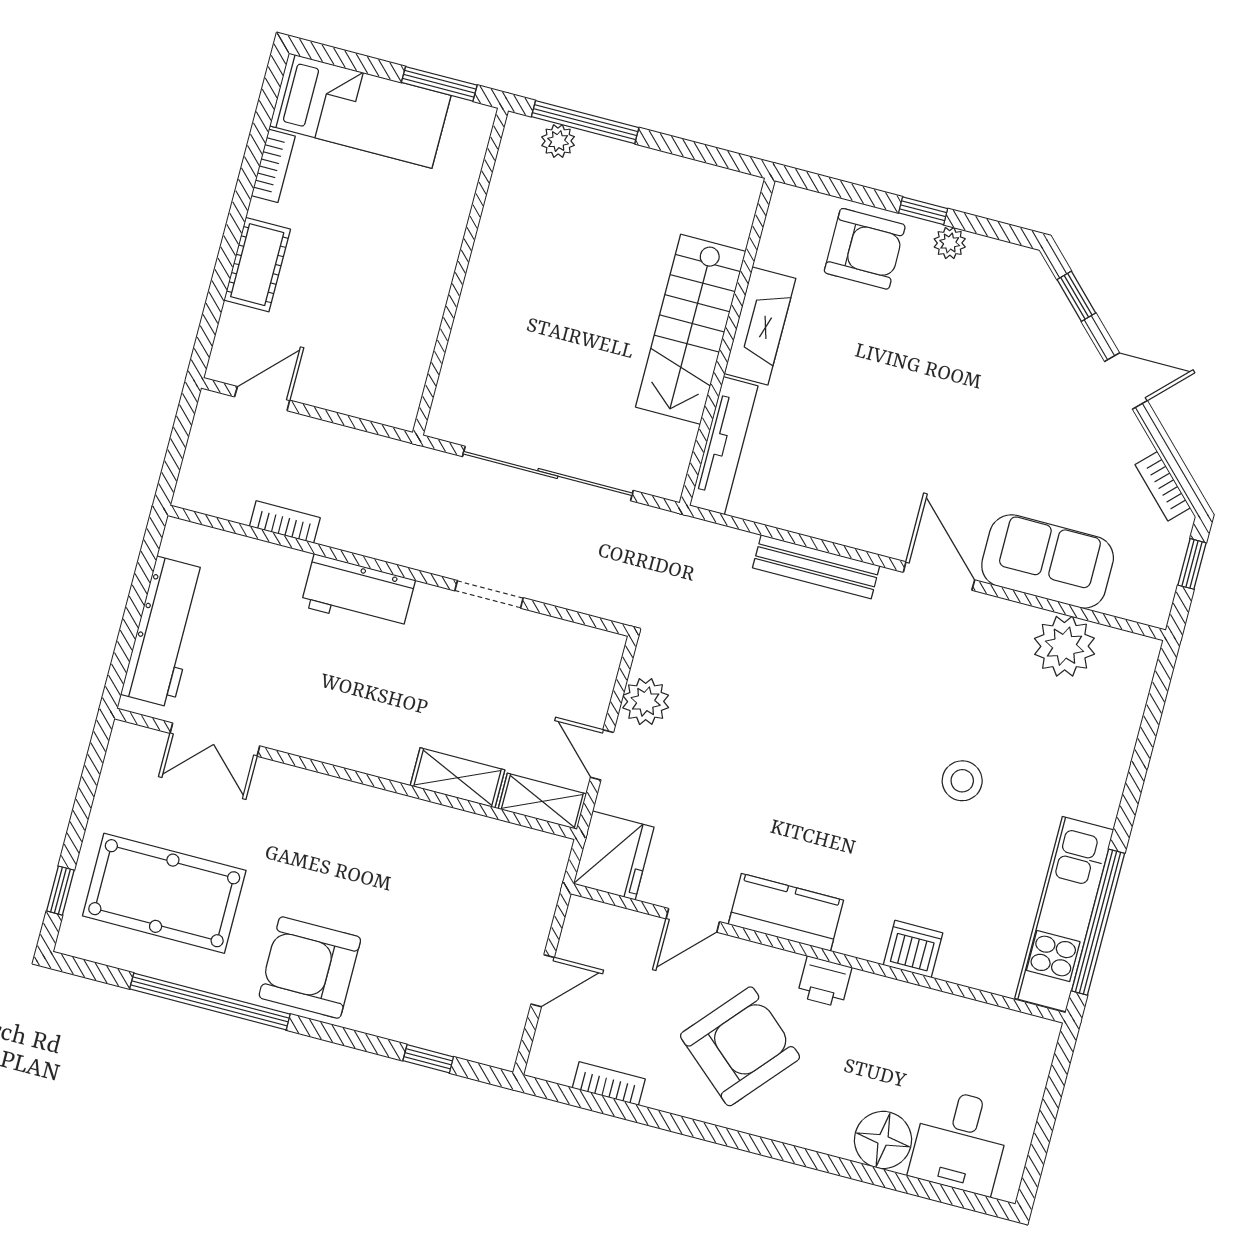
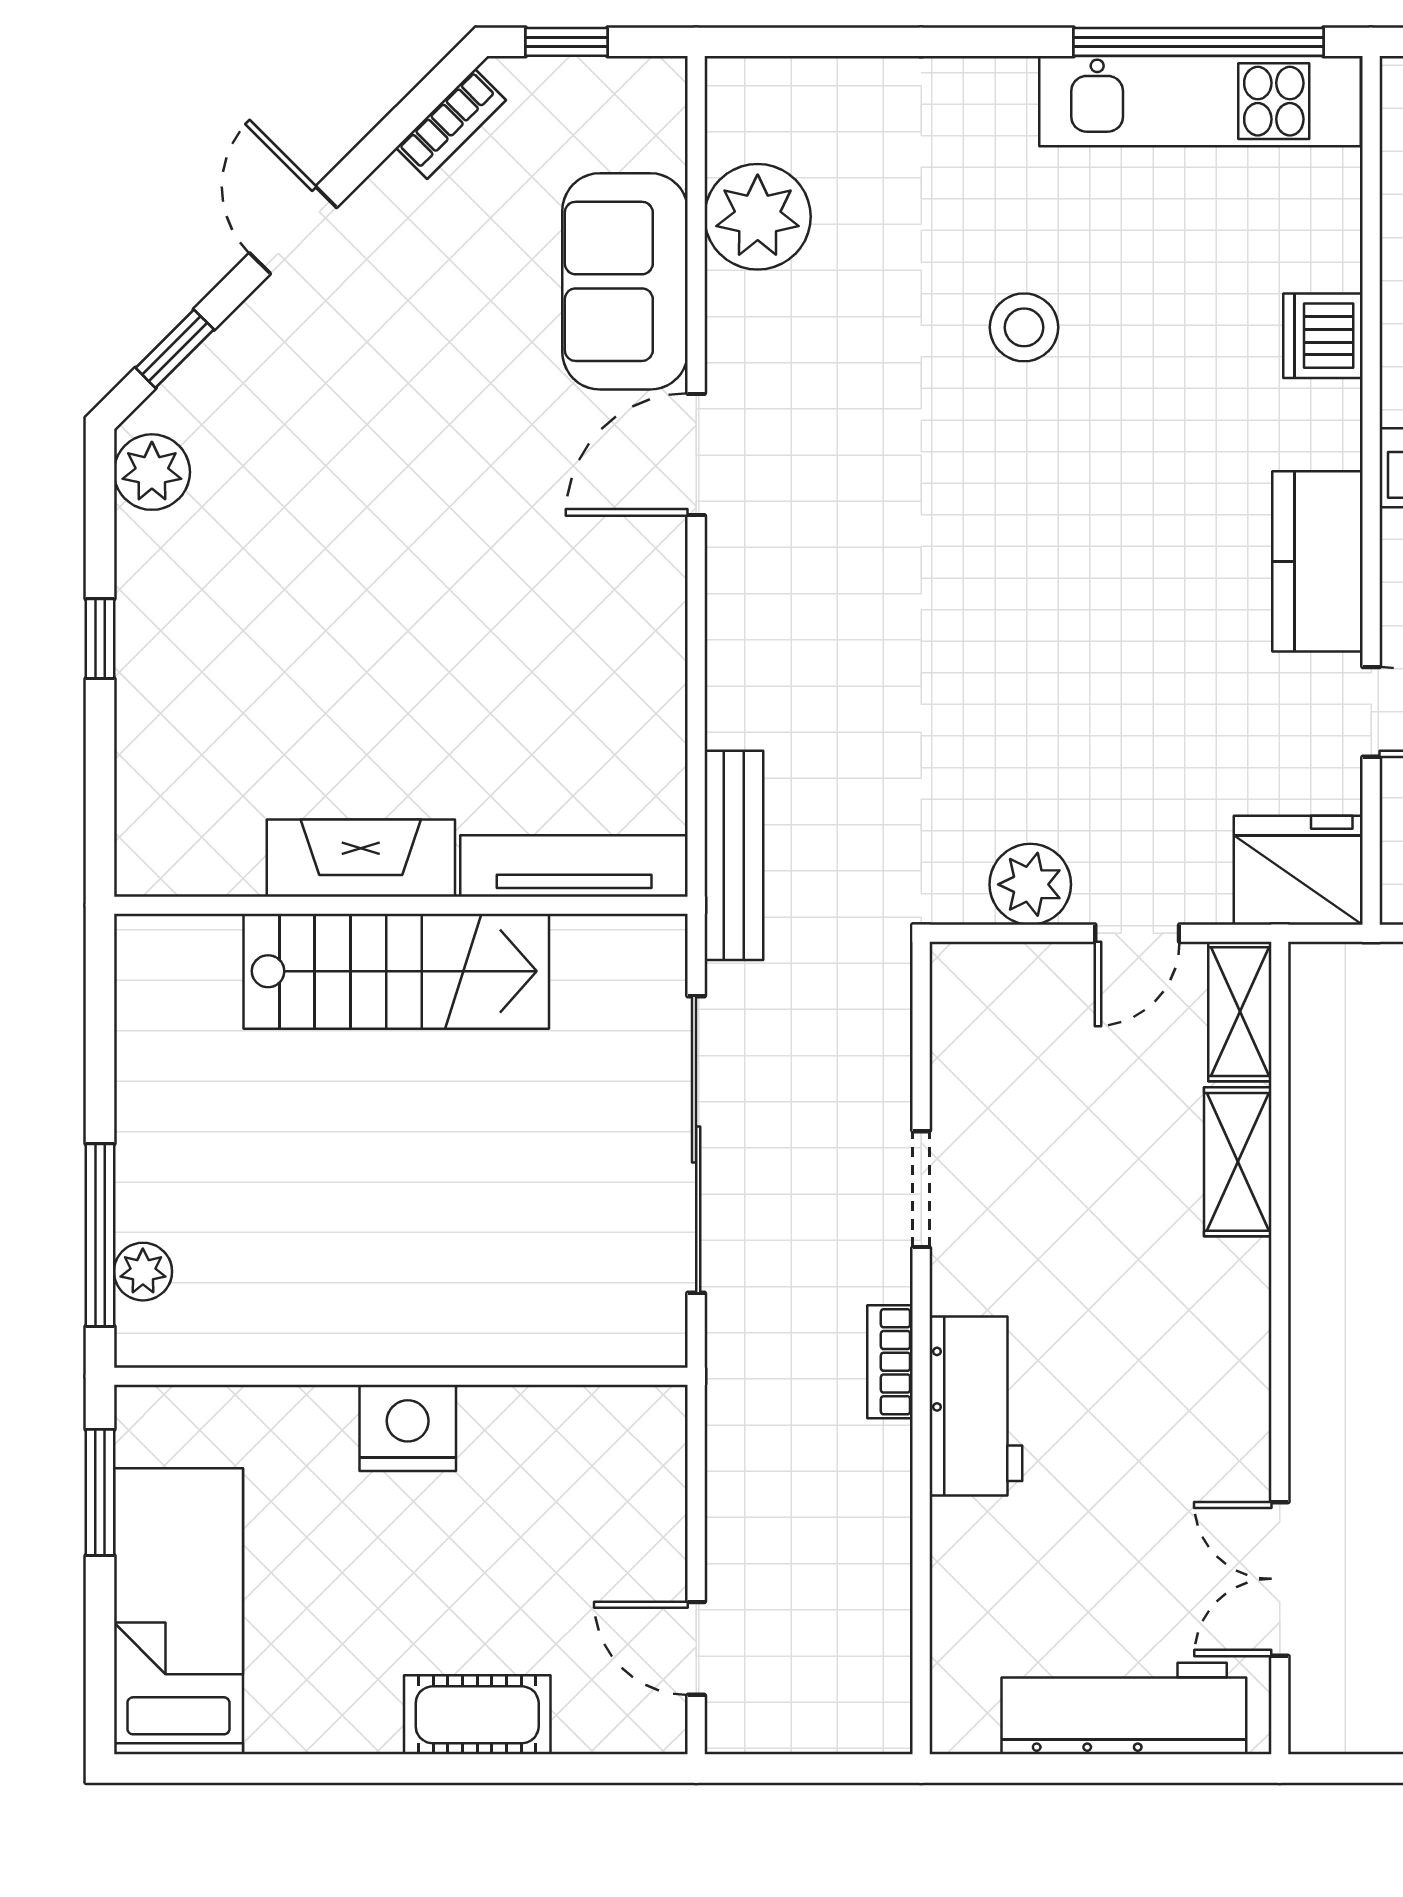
bookcase: (273, 166) -> (307, 1731), removed
plant: (950, 243) -> (152, 472), moved, width x1.38, depth x1.38
armchair: (865, 249) -> (188, 719), removed
nightstand: (430, 268) -> (408, 1428), added
bookcase: (285, 522) -> (890, 1362), moved
bench: (816, 567) -> (734, 855), moved
double door: (215, 740) -> (1280, 1579), swing flipped

